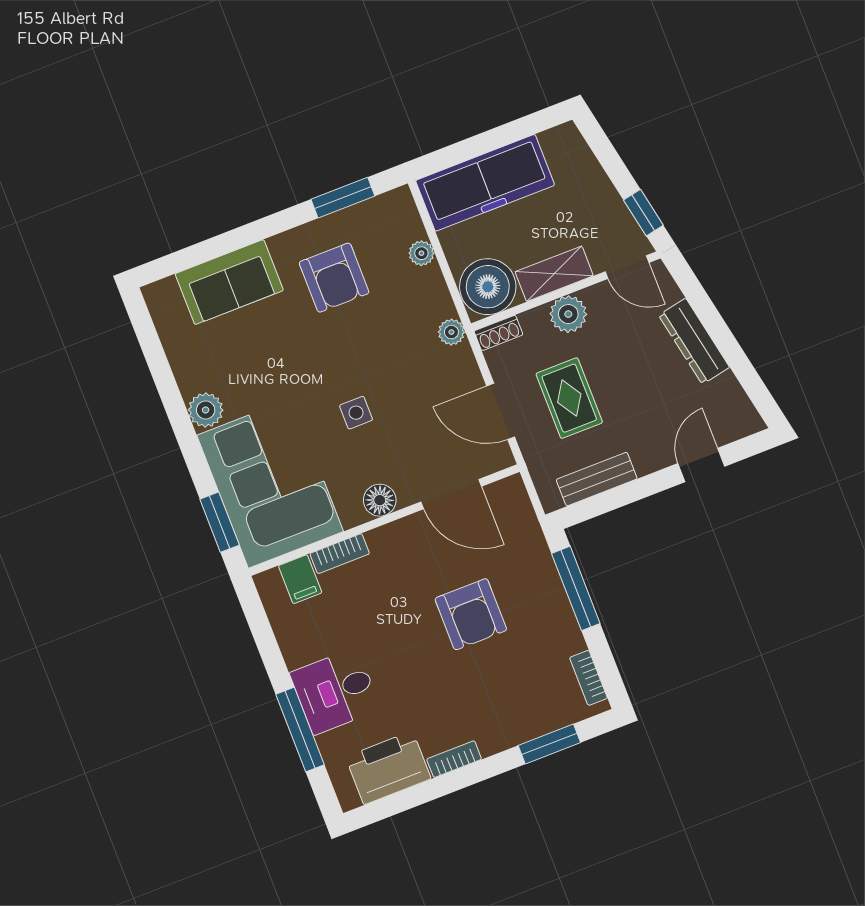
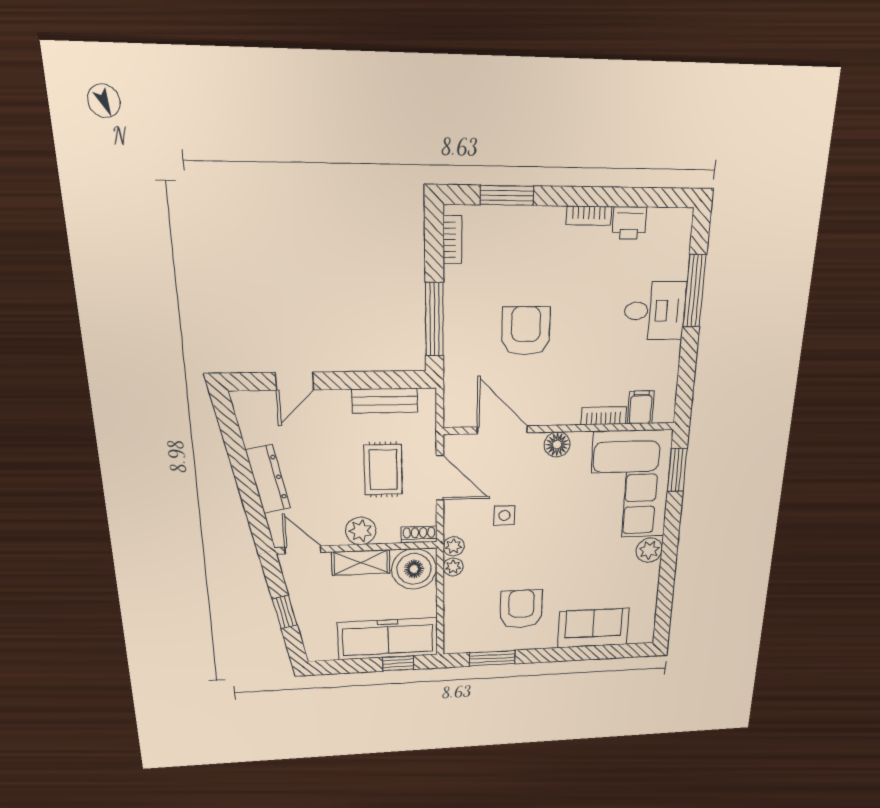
window: (460, 152) -> (398, 663), added
window: (643, 213) -> (285, 612), moved
plant: (421, 253) -> (453, 567), moved
side table: (356, 413) -> (504, 515), moved
printer: (388, 768) -> (629, 223), width x0.53, depth x0.68

